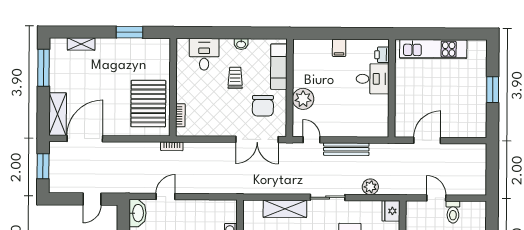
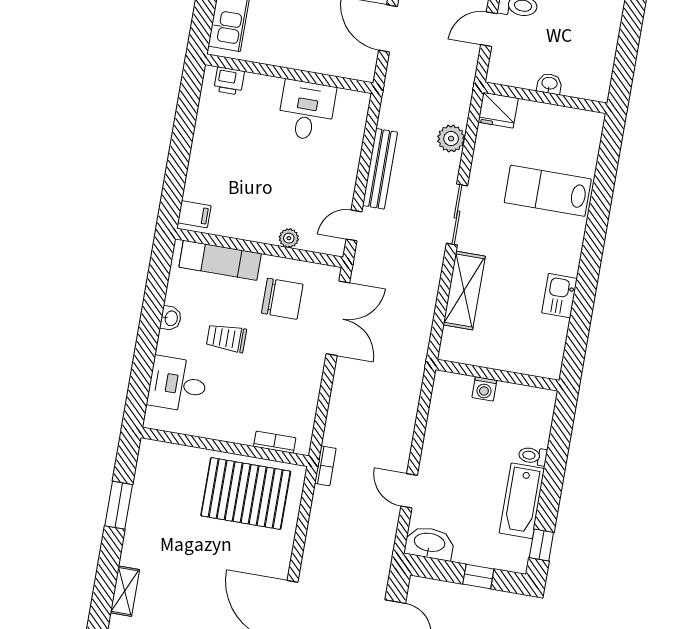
filing cabinet: (339, 48) -> (194, 214), moved
desk: (373, 79) -> (307, 110), moved
plant: (303, 99) -> (289, 238), width x0.53, depth x0.53

